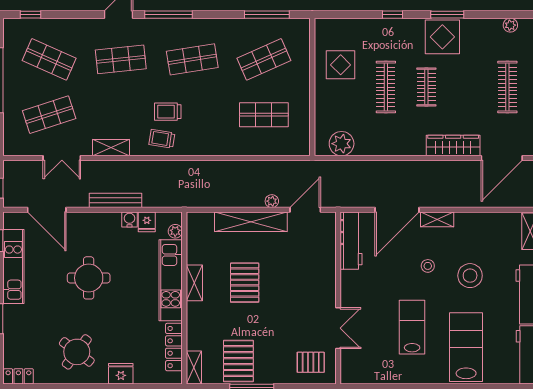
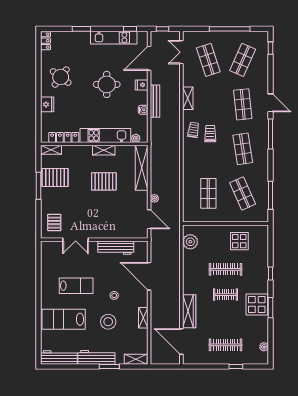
double door: (62, 158) -> (181, 52), moved
shelving: (437, 219) -> (143, 318), moved
fridge: (147, 222) -> (142, 85), moved
shelving: (251, 222) -> (142, 168), moved
workbench: (351, 241) -> (116, 248), moved
lab bench: (466, 347) -> (64, 319), turned 180

